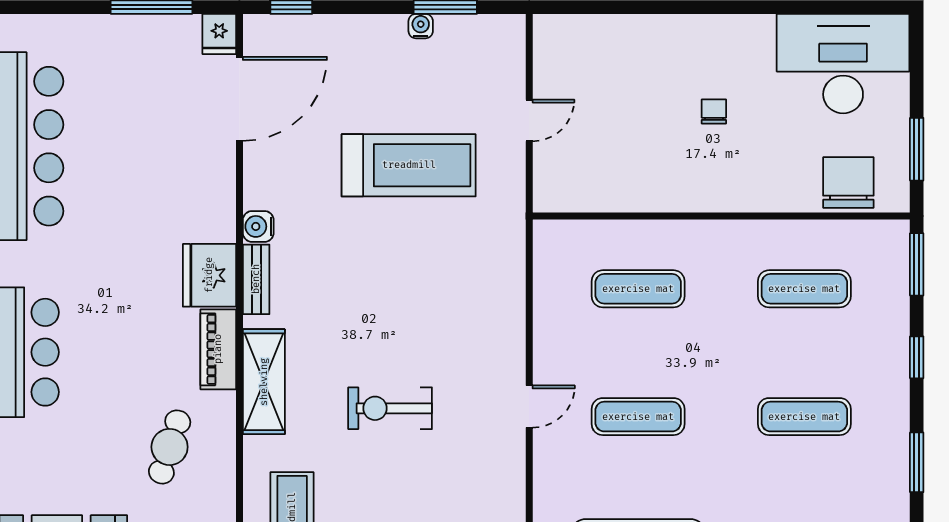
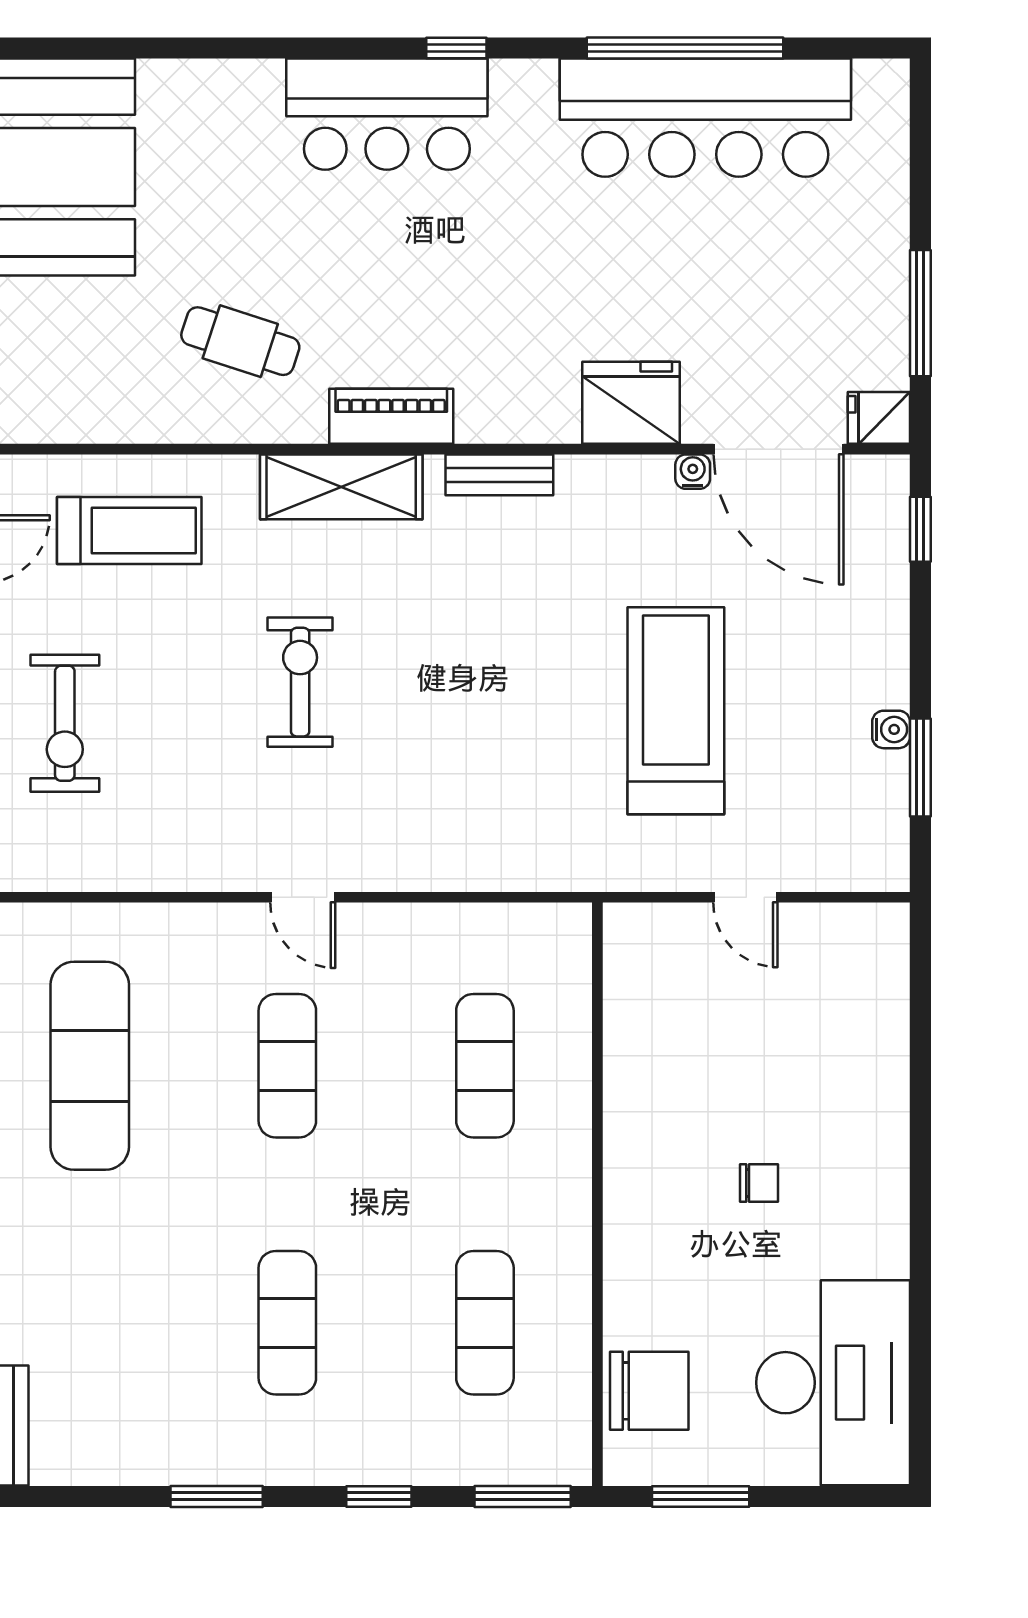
treadmill: (409, 165) -> (676, 711), turned 180
water cooler: (258, 226) -> (693, 472), moved, width x0.72, depth x0.72
fridge: (209, 275) -> (631, 403), moved

